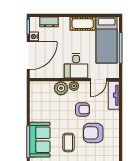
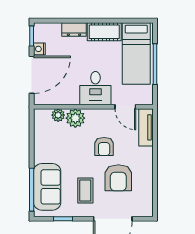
dresser: (49, 22) -> (74, 29), moved
door: (98, 80) -> (125, 107), hinge flipped
plant: (74, 86) -> (58, 115), moved
armchair: (82, 109) -> (104, 146), turned 90
armchair: (93, 133) -> (118, 178), turned -90

